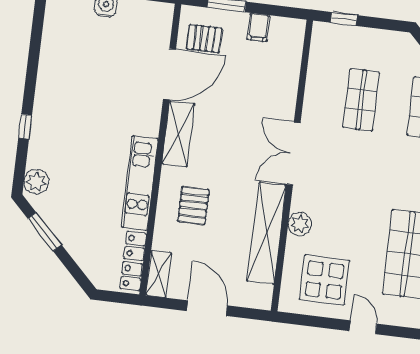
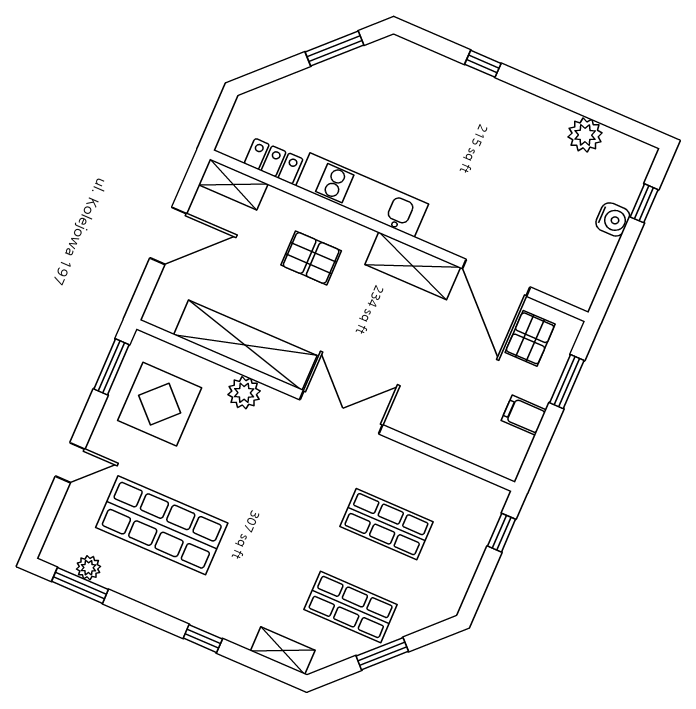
plant: (36, 182) -> (585, 135), moved
locker: (133, 261) -> (274, 161), width x0.66
window: (309, 321) -> (111, 367), added
door: (363, 327) -> (70, 463), moved

